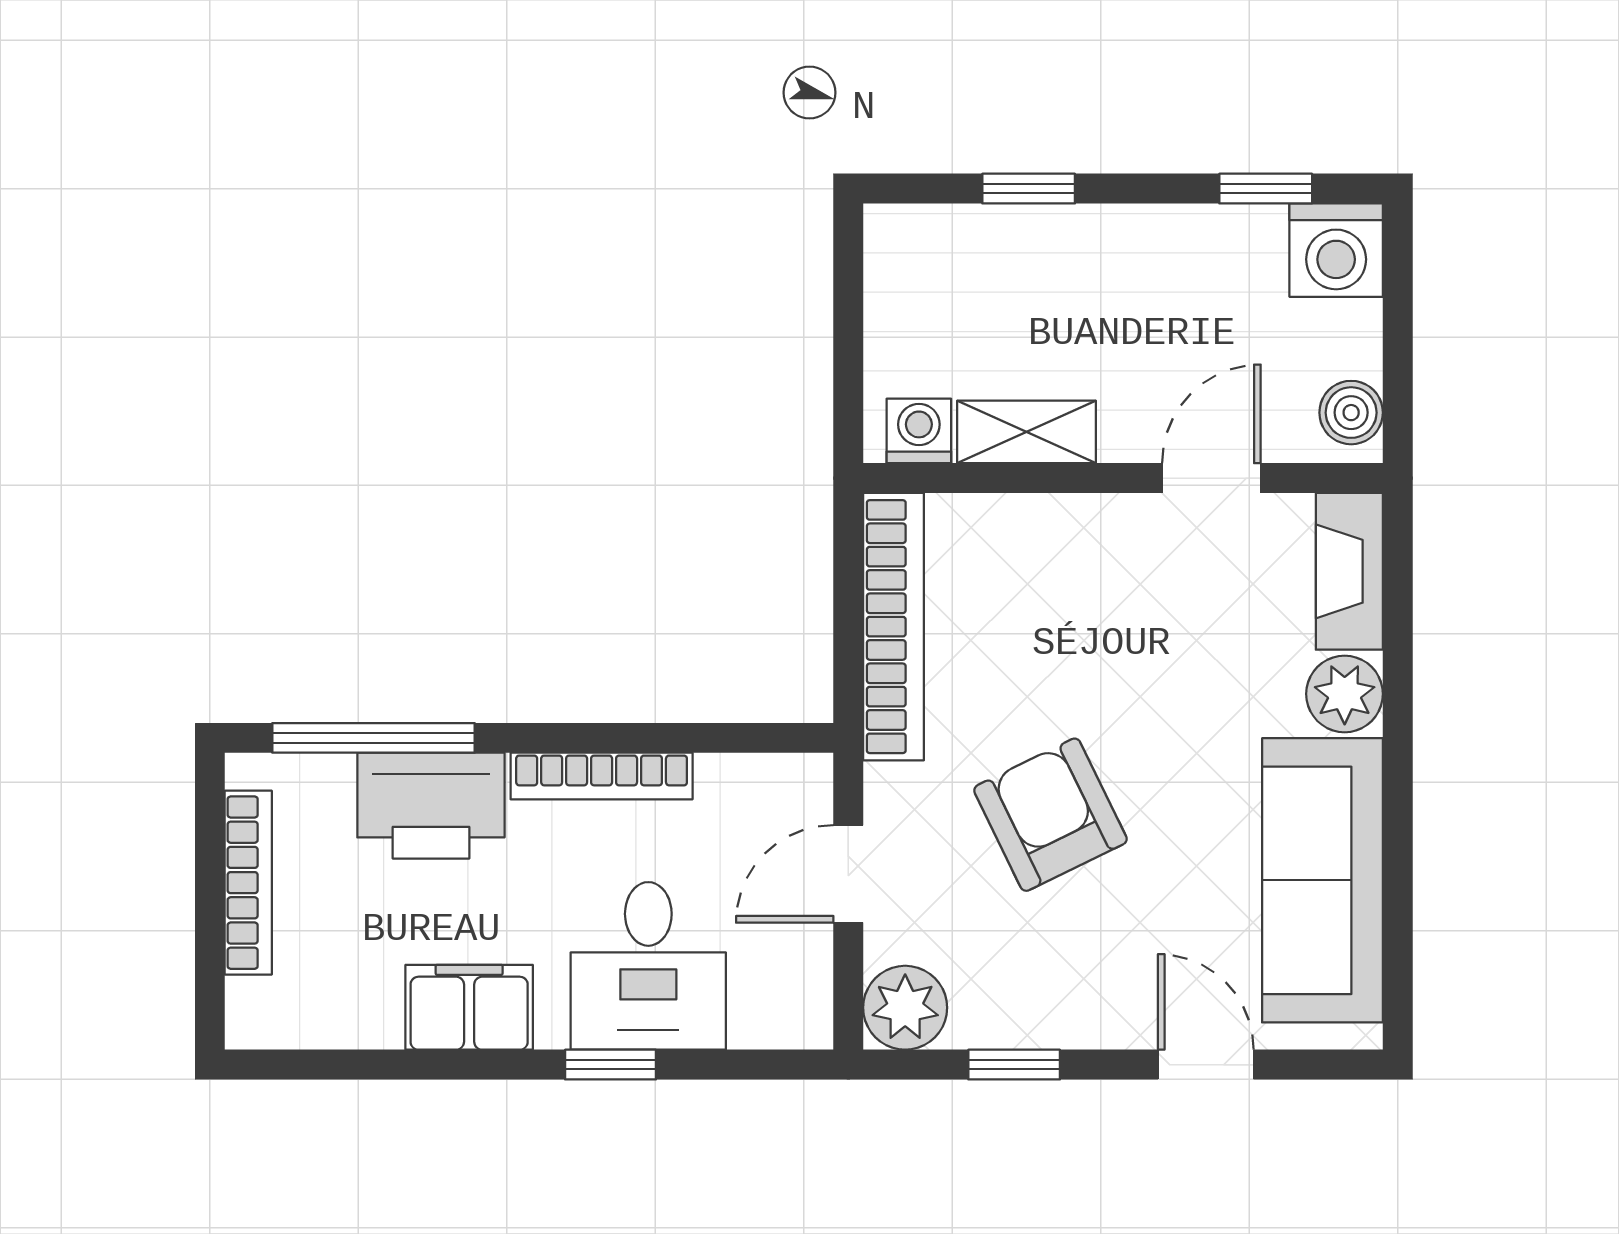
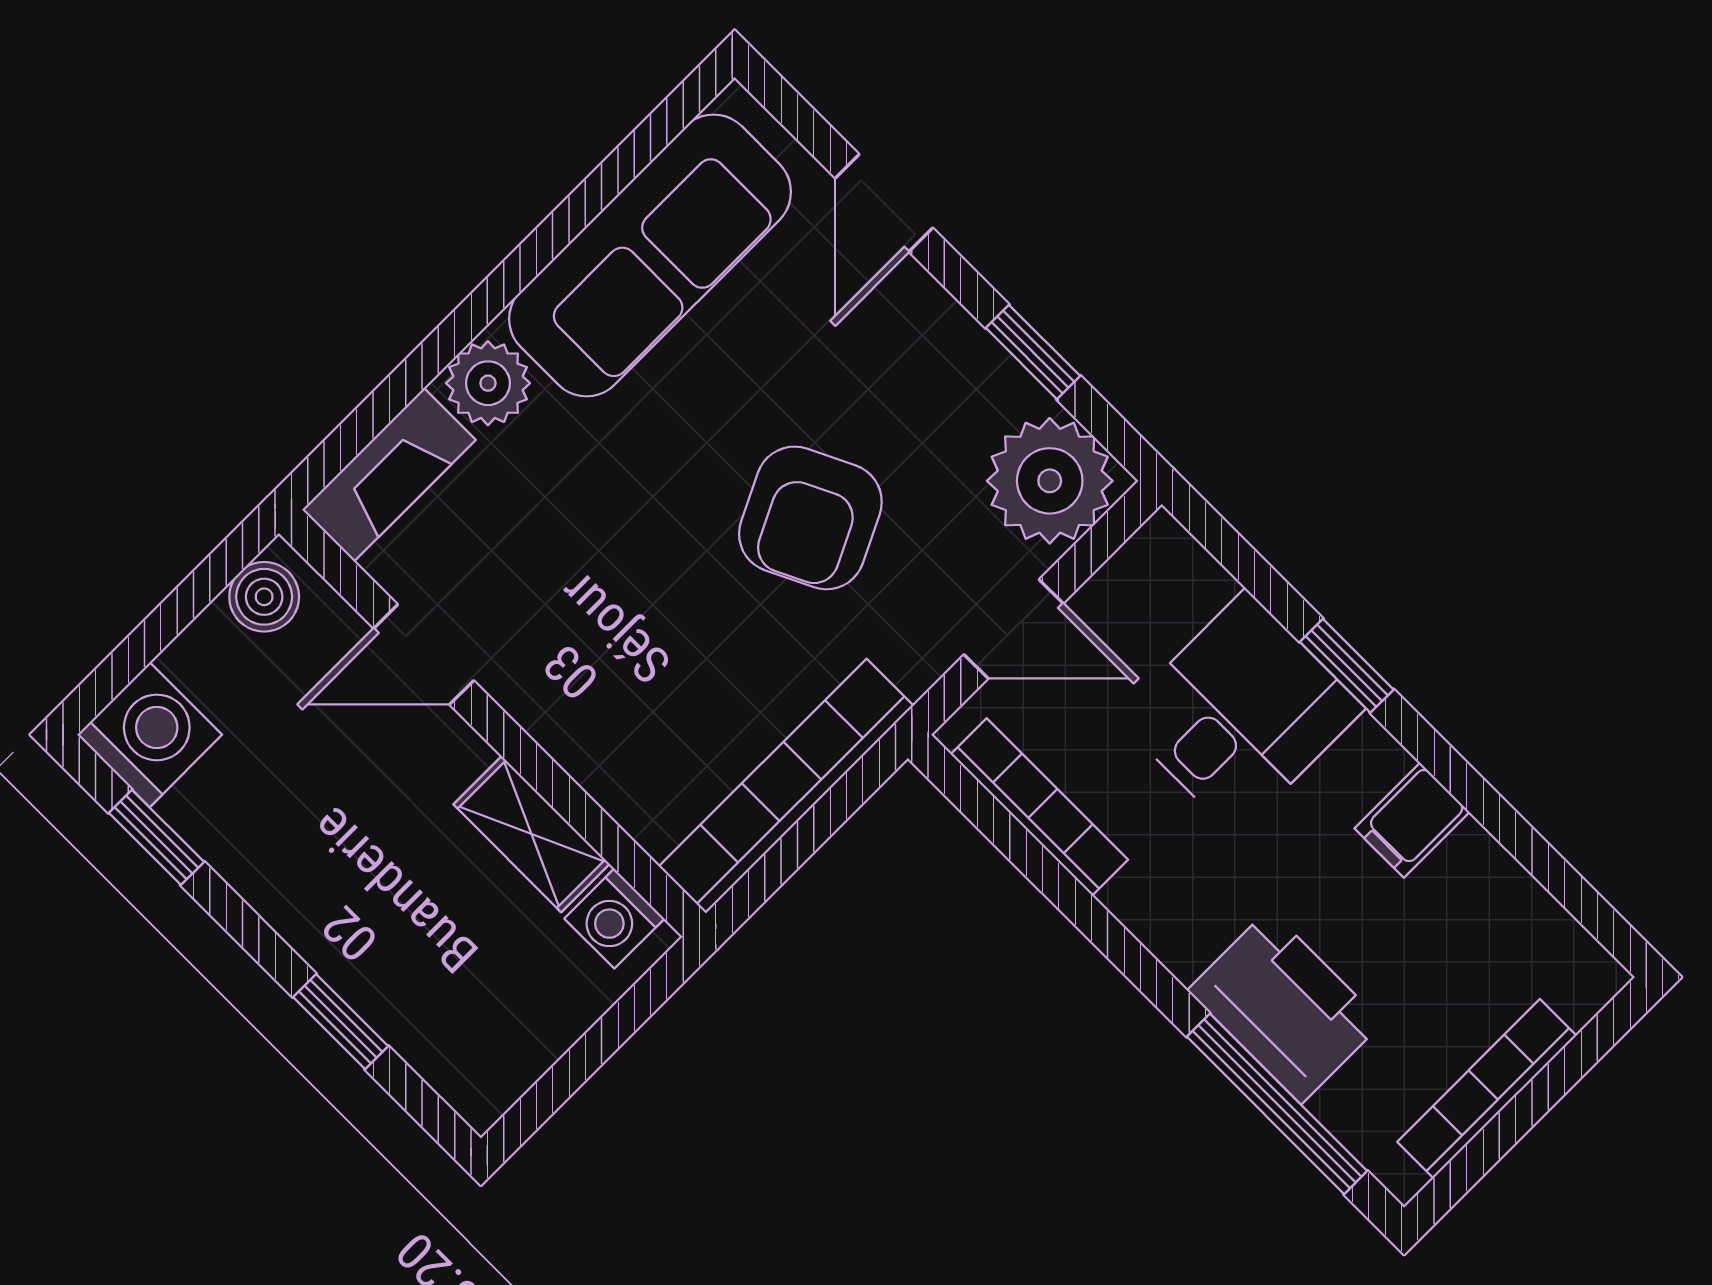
bookcase: (602, 776) -> (1039, 807), moved
filing cabinet: (469, 1007) -> (1412, 820), width x0.50
plant: (905, 1008) -> (1050, 481), width x1.36, depth x1.36

